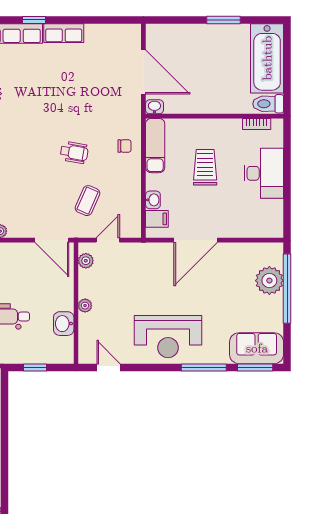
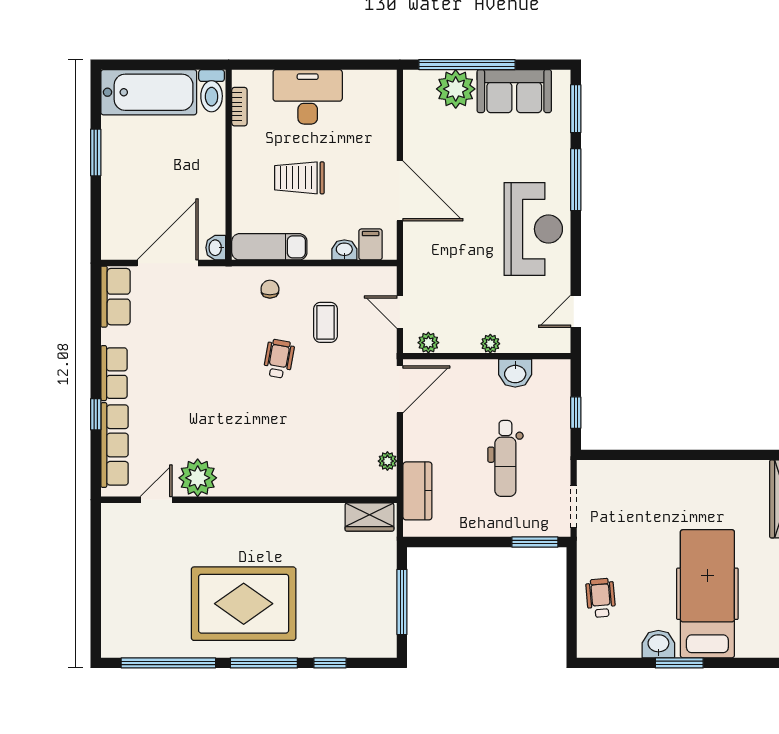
row of seats: (119, 34) -> (115, 297), added
coffee table: (88, 201) -> (325, 322), moved, turned 66
sofa: (257, 348) -> (514, 91), moved, turned -90

